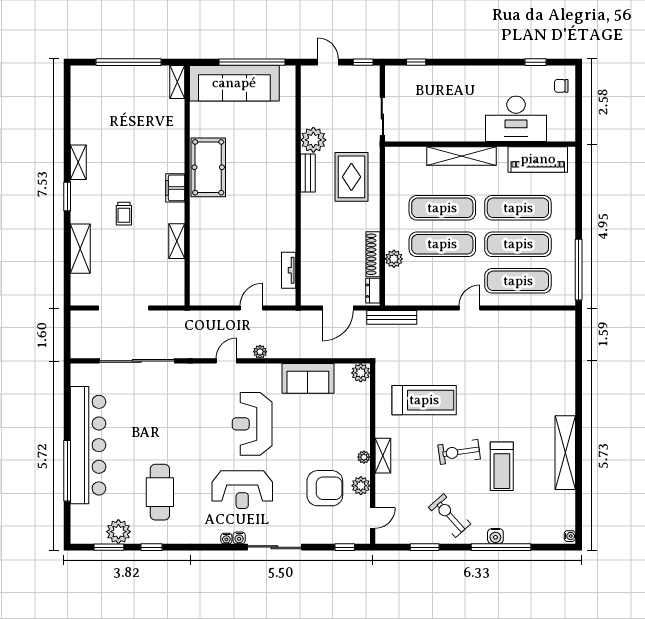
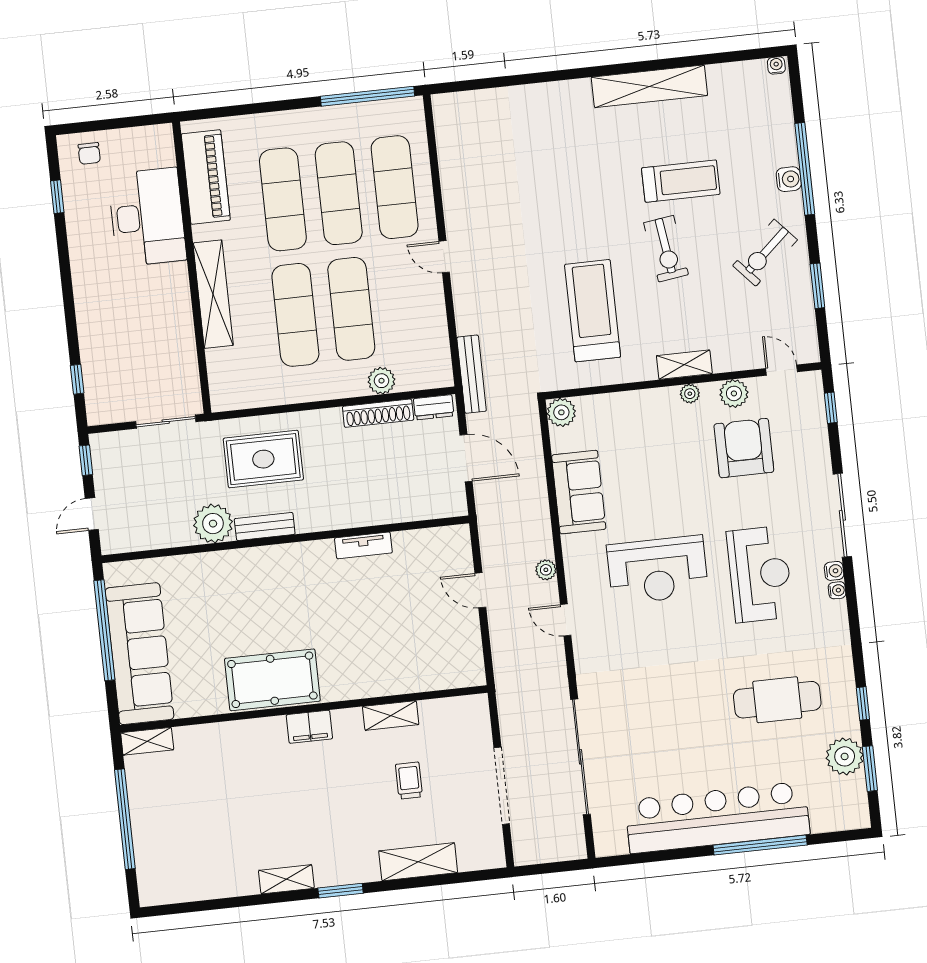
trolley: (124, 214) -> (409, 781), moved, turned -90
tv unit: (289, 270) -> (363, 545), moved

